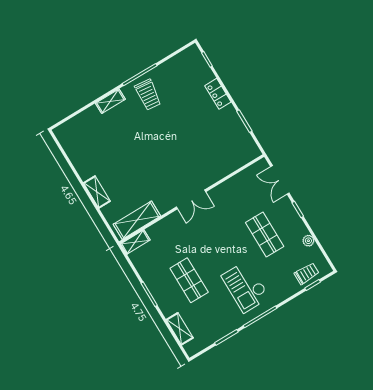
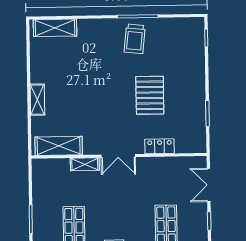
locker: (218, 94) -> (160, 146), moved, turned 90
shelving: (110, 101) -> (55, 28), moved, width x1.50, depth x1.33
pallet: (188, 134) -> (150, 95), added
shelving: (135, 242) -> (85, 164), moved

